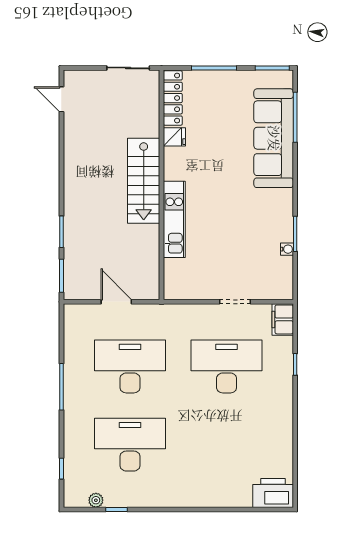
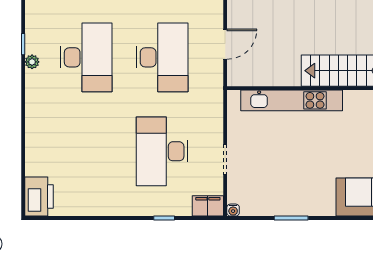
kitchen unit: (174, 219) -> (292, 100), width x1.36
water cooler: (287, 249) -> (233, 210), moved
desk: (227, 367) -> (162, 151), turned 180
plant: (96, 500) -> (32, 62), moved

